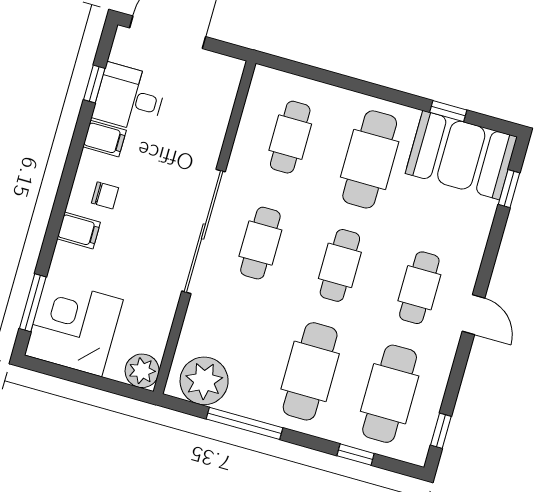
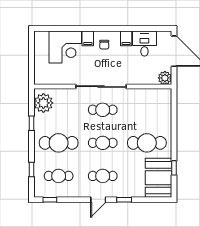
window: (94, 84) -> (146, 28), removed
cafe table: (290, 137) -> (147, 110), removed
window: (509, 189) -> (124, 200), moved
window: (33, 303) -> (55, 28), removed
corner desk: (74, 327) -> (65, 47), moved, turned 90
plant: (142, 371) -> (165, 78), moved
cafe table: (390, 394) -> (59, 176), width x0.73, depth x0.74
window: (245, 423) -> (31, 123), width x0.46

